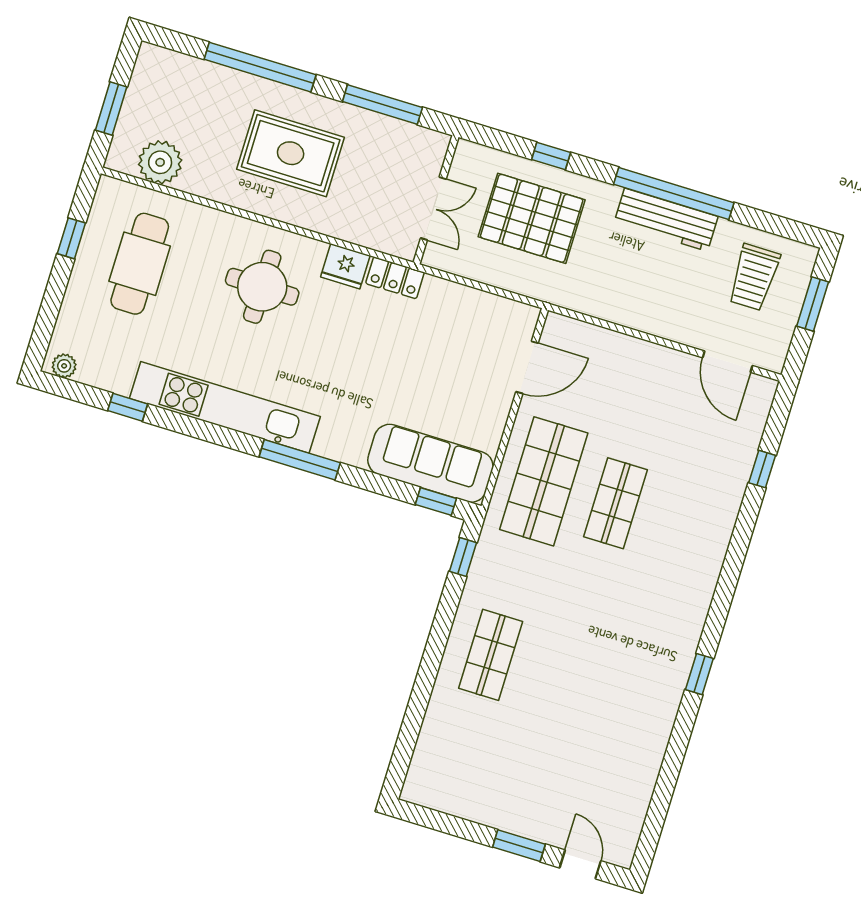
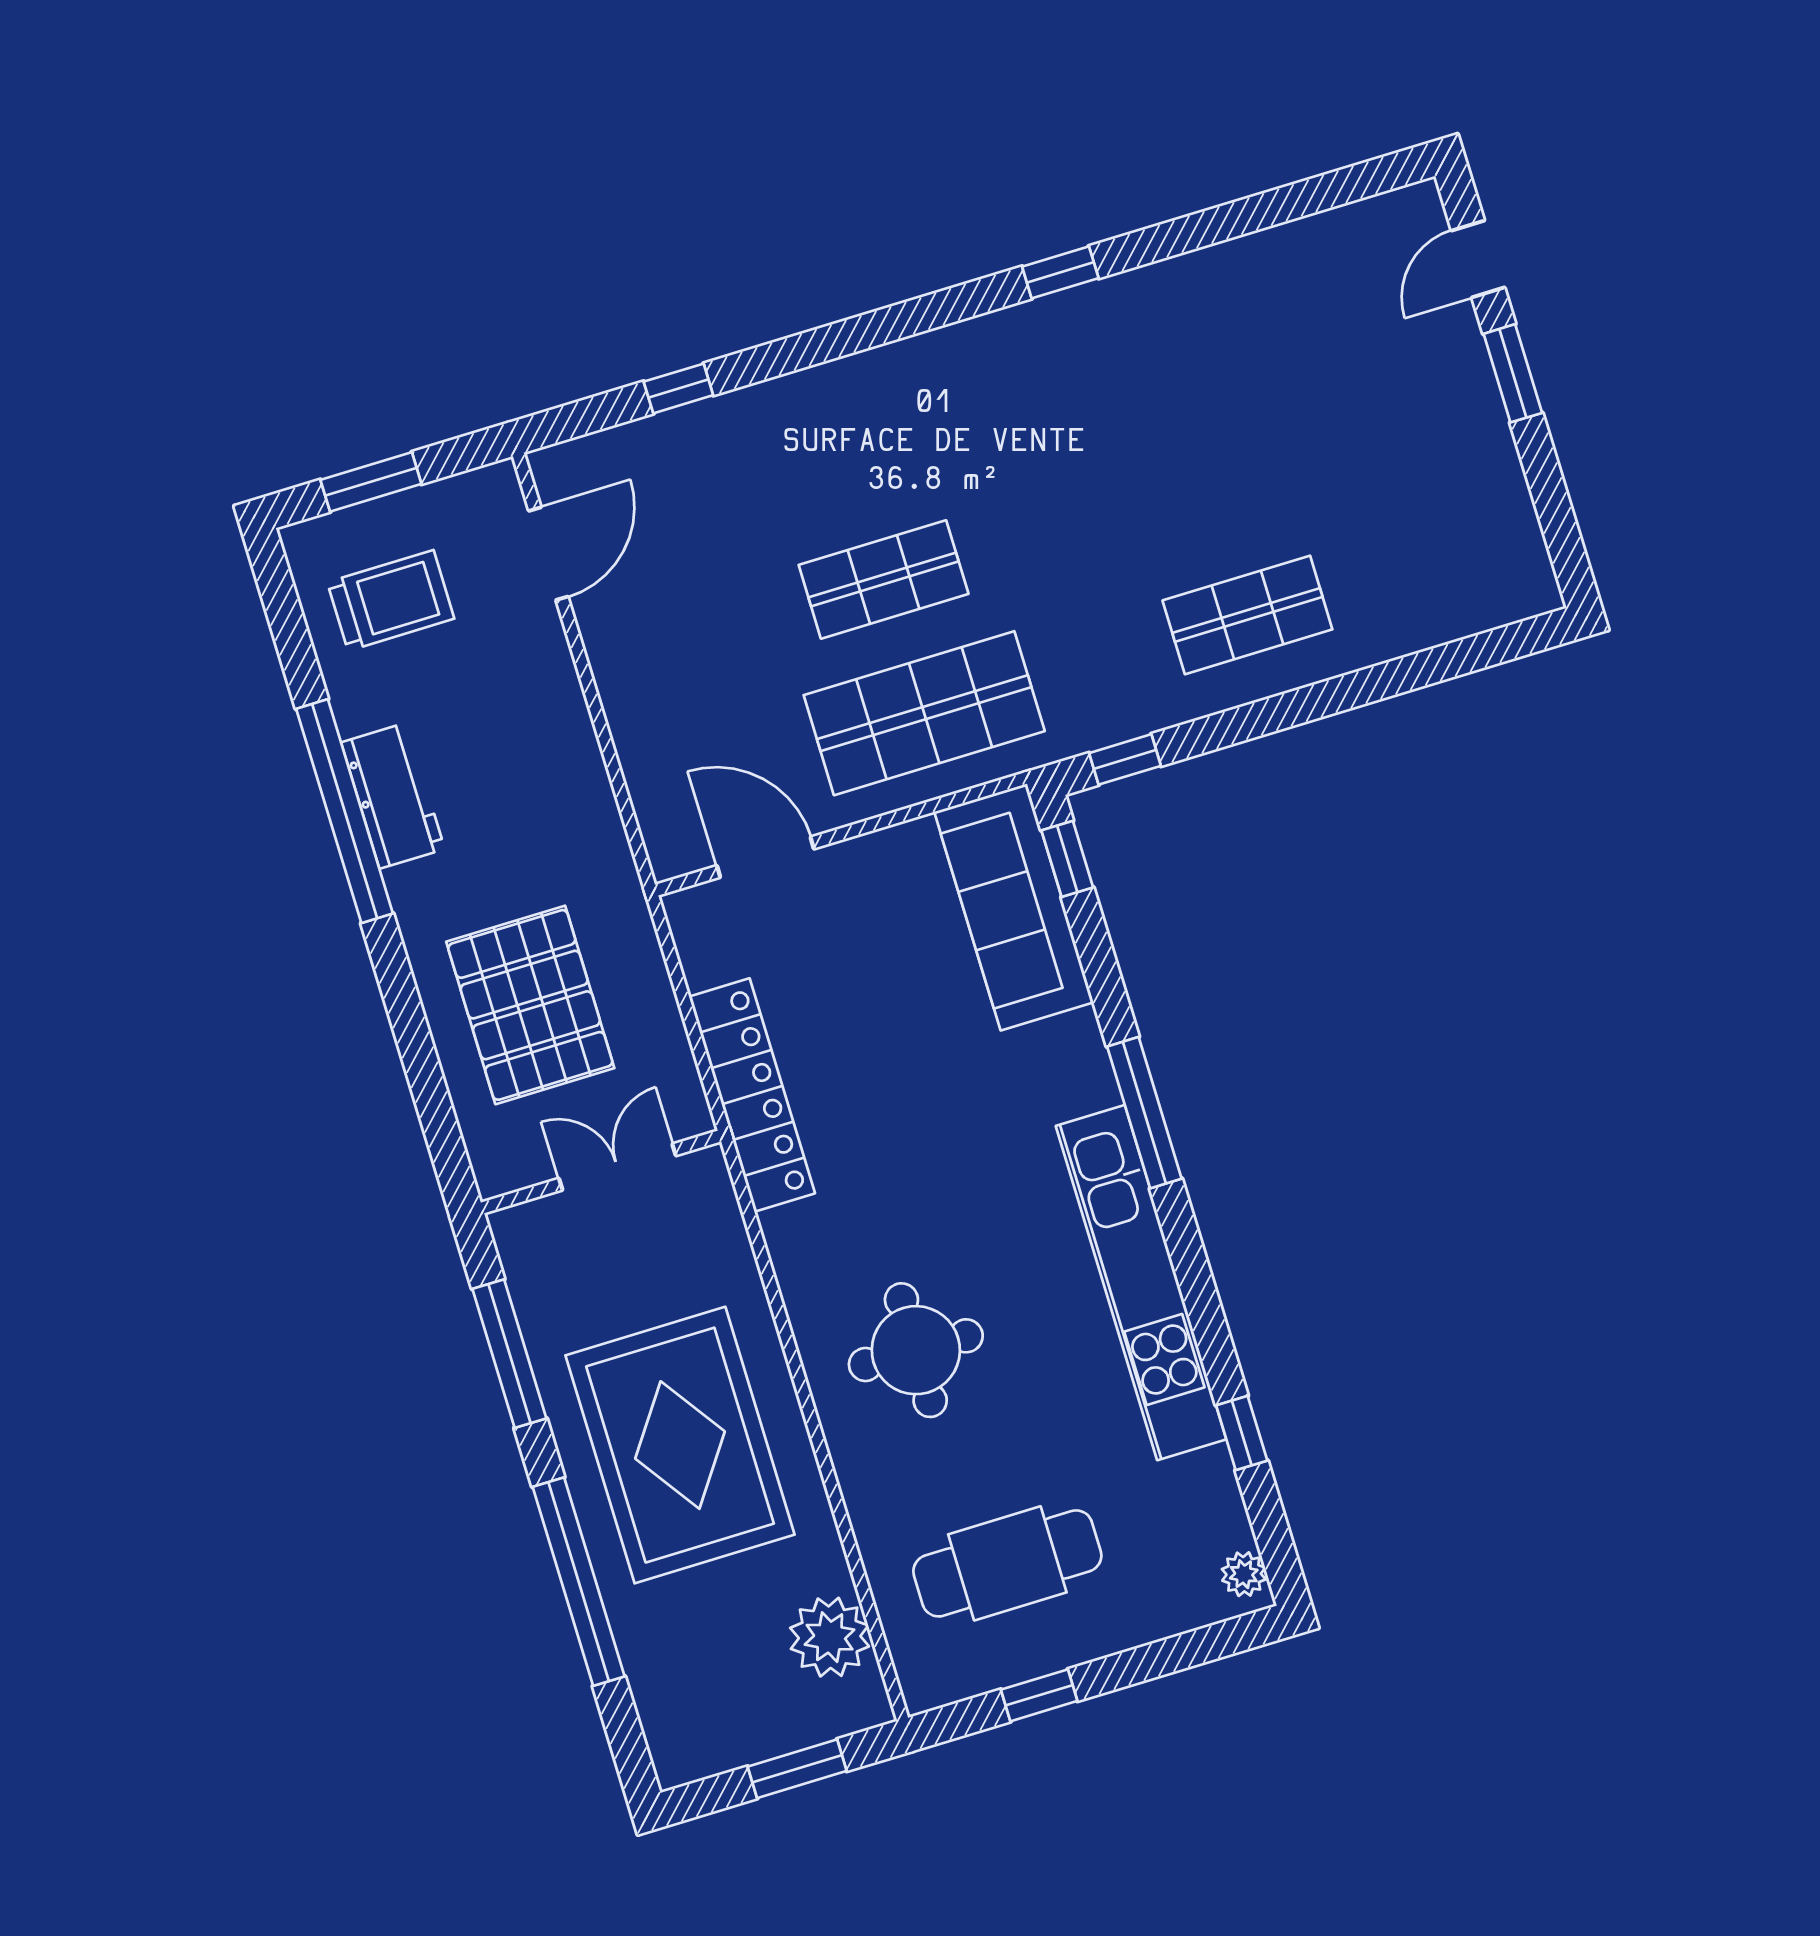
rug: (291, 153) -> (680, 1445), width x1.37, depth x1.44
window: (551, 156) -> (414, 1040), removed
workbench: (666, 220) -> (393, 796), width x0.73
fridge: (345, 266) -> (798, 1243), removed
locker: (395, 278) -> (752, 1095), width x2.16, depth x1.21

